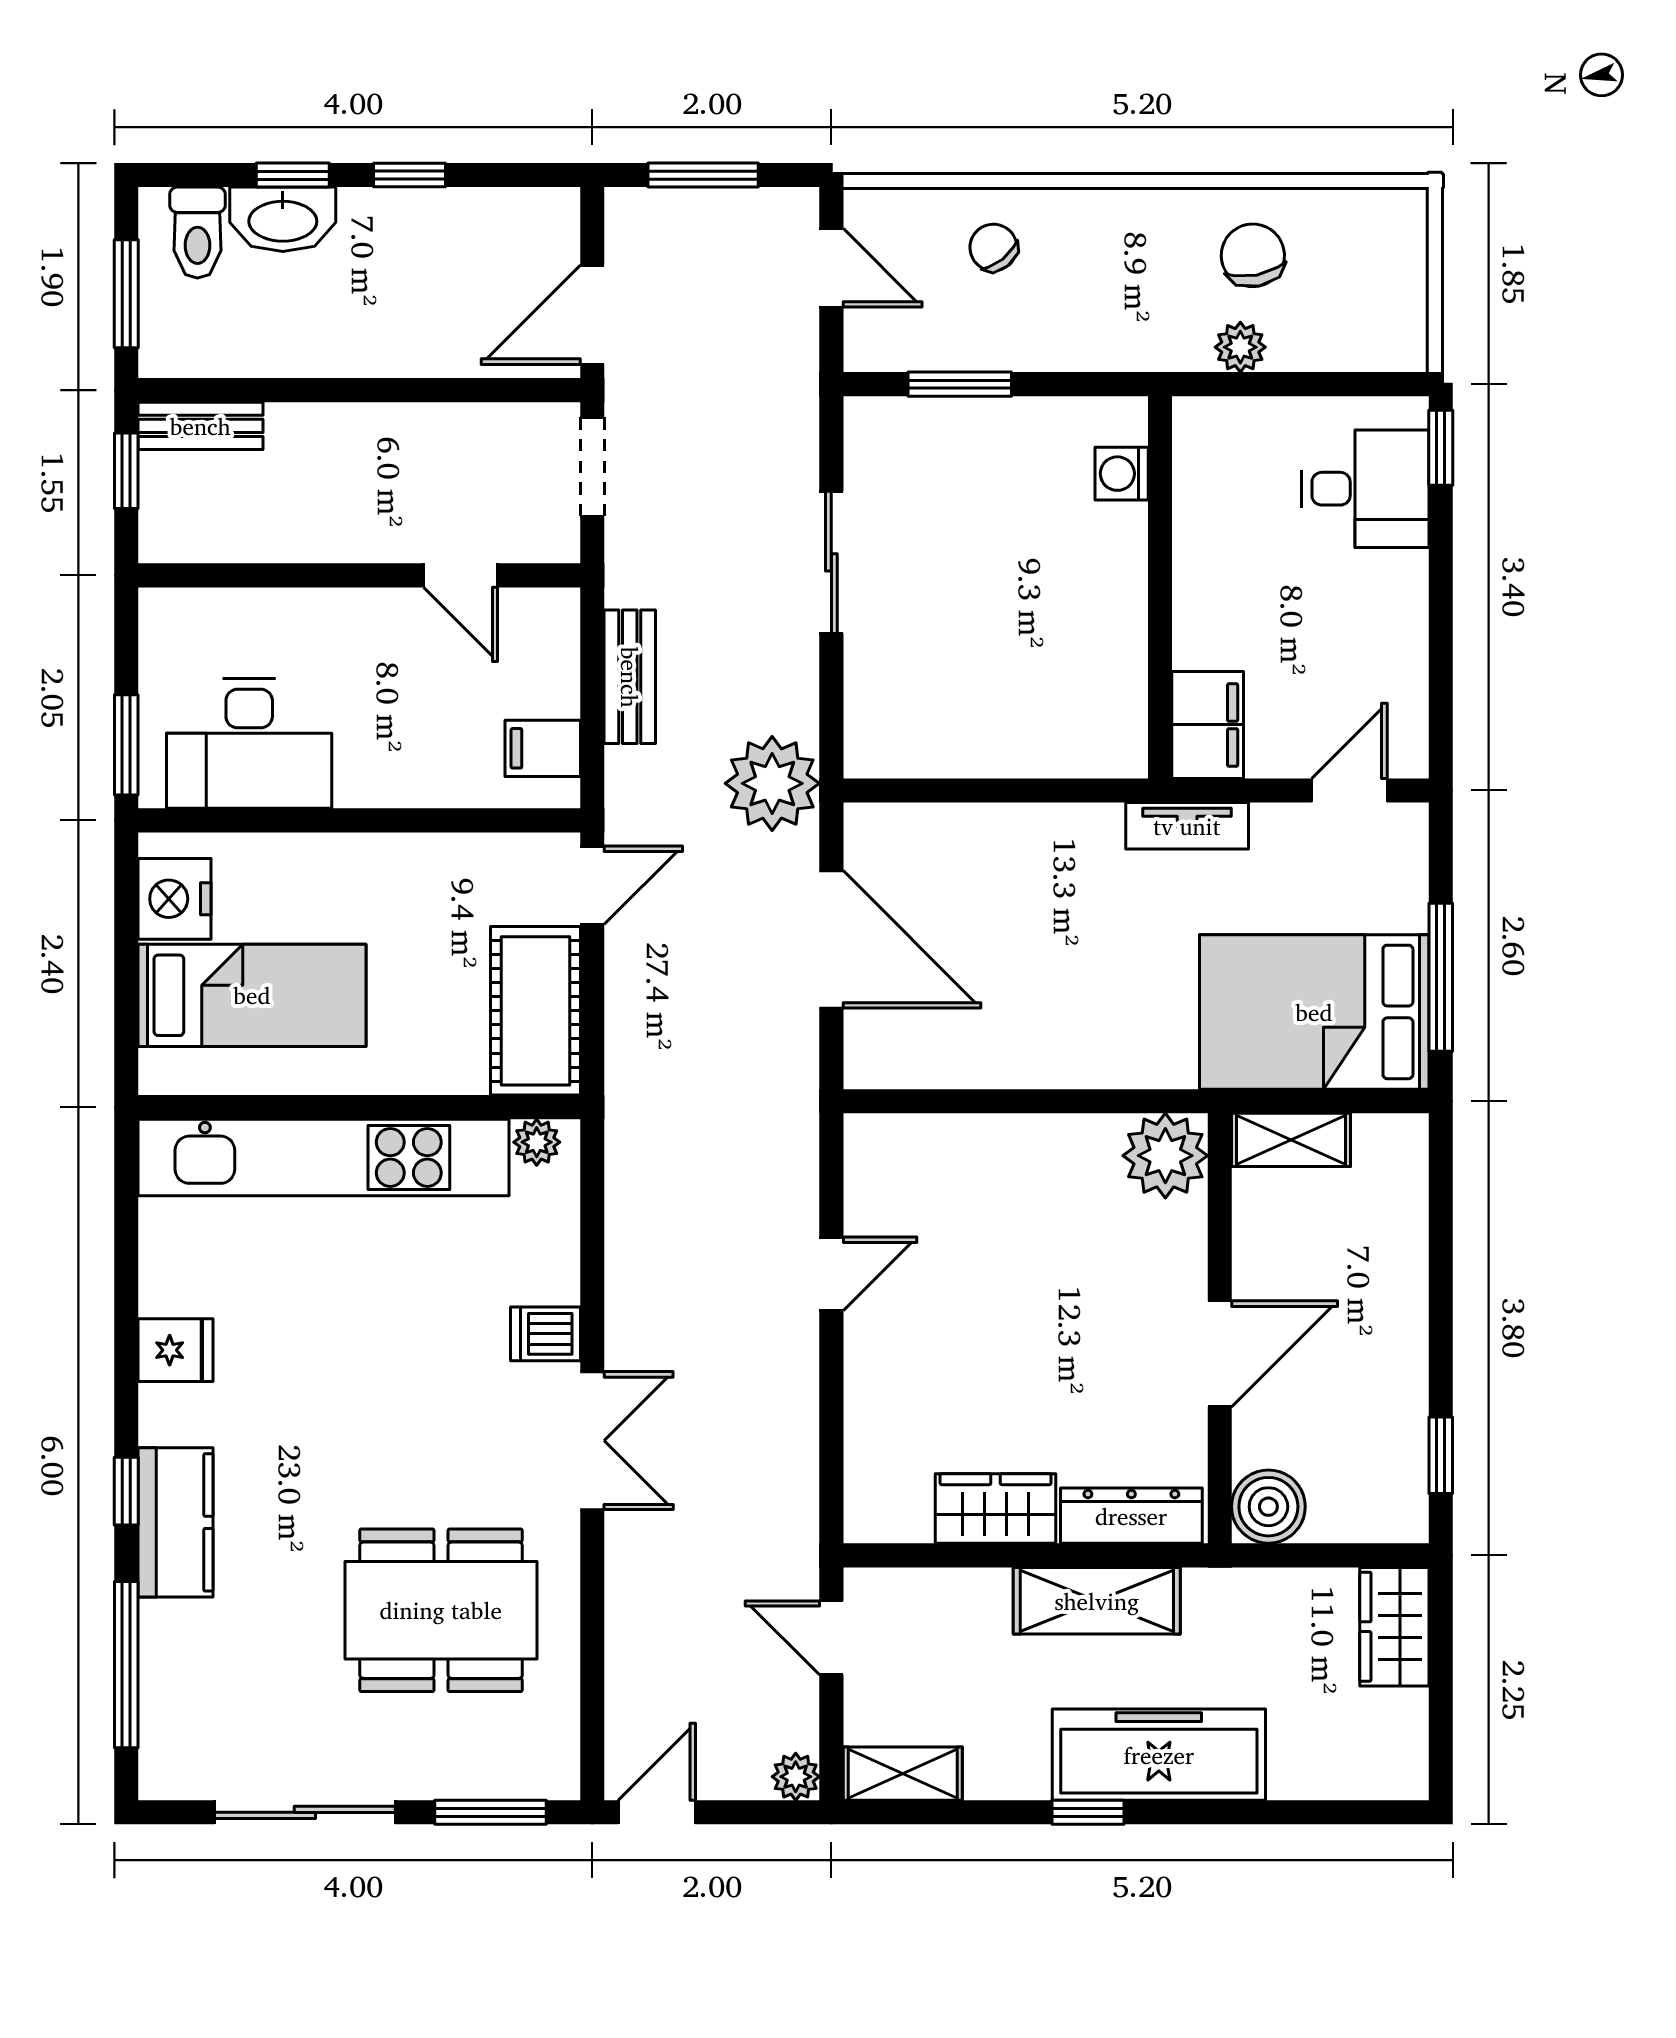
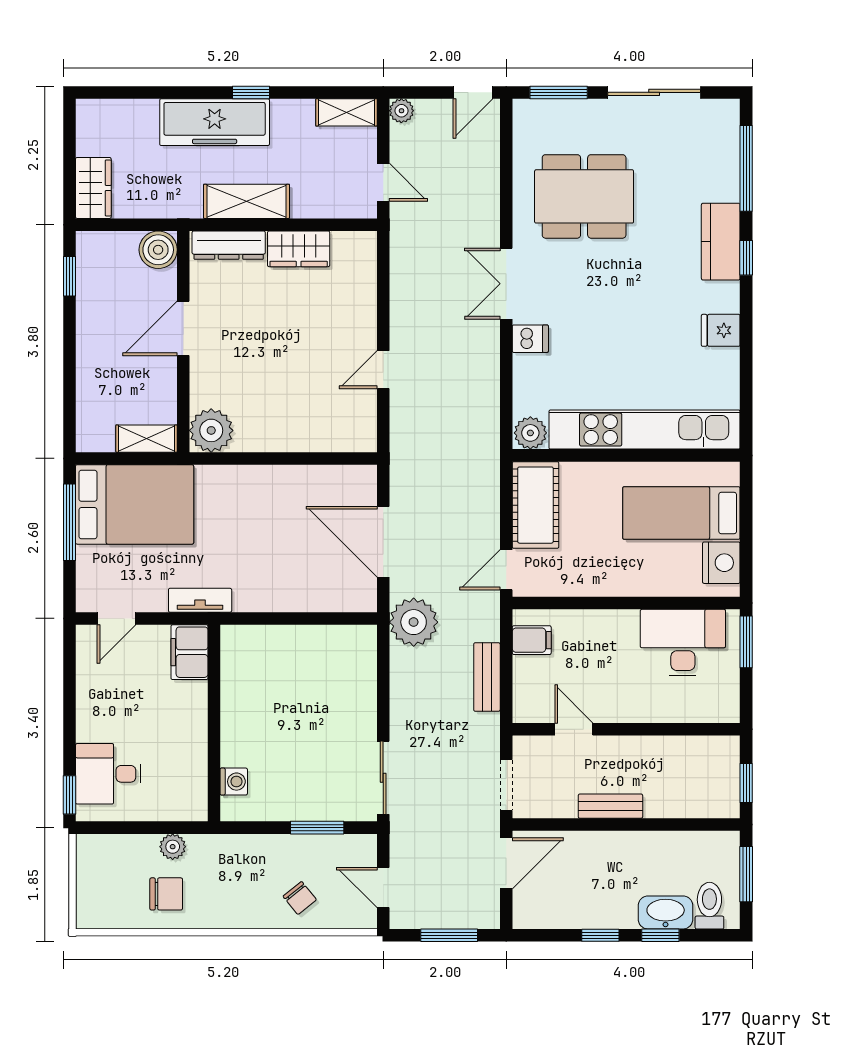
chair: (1253, 255) -> (166, 894), turned -79
bench: (200, 426) -> (610, 806), moved
sliding door: (831, 562) -> (383, 778), moved
plant: (537, 1142) -> (530, 433), width x1.38, depth x1.38

